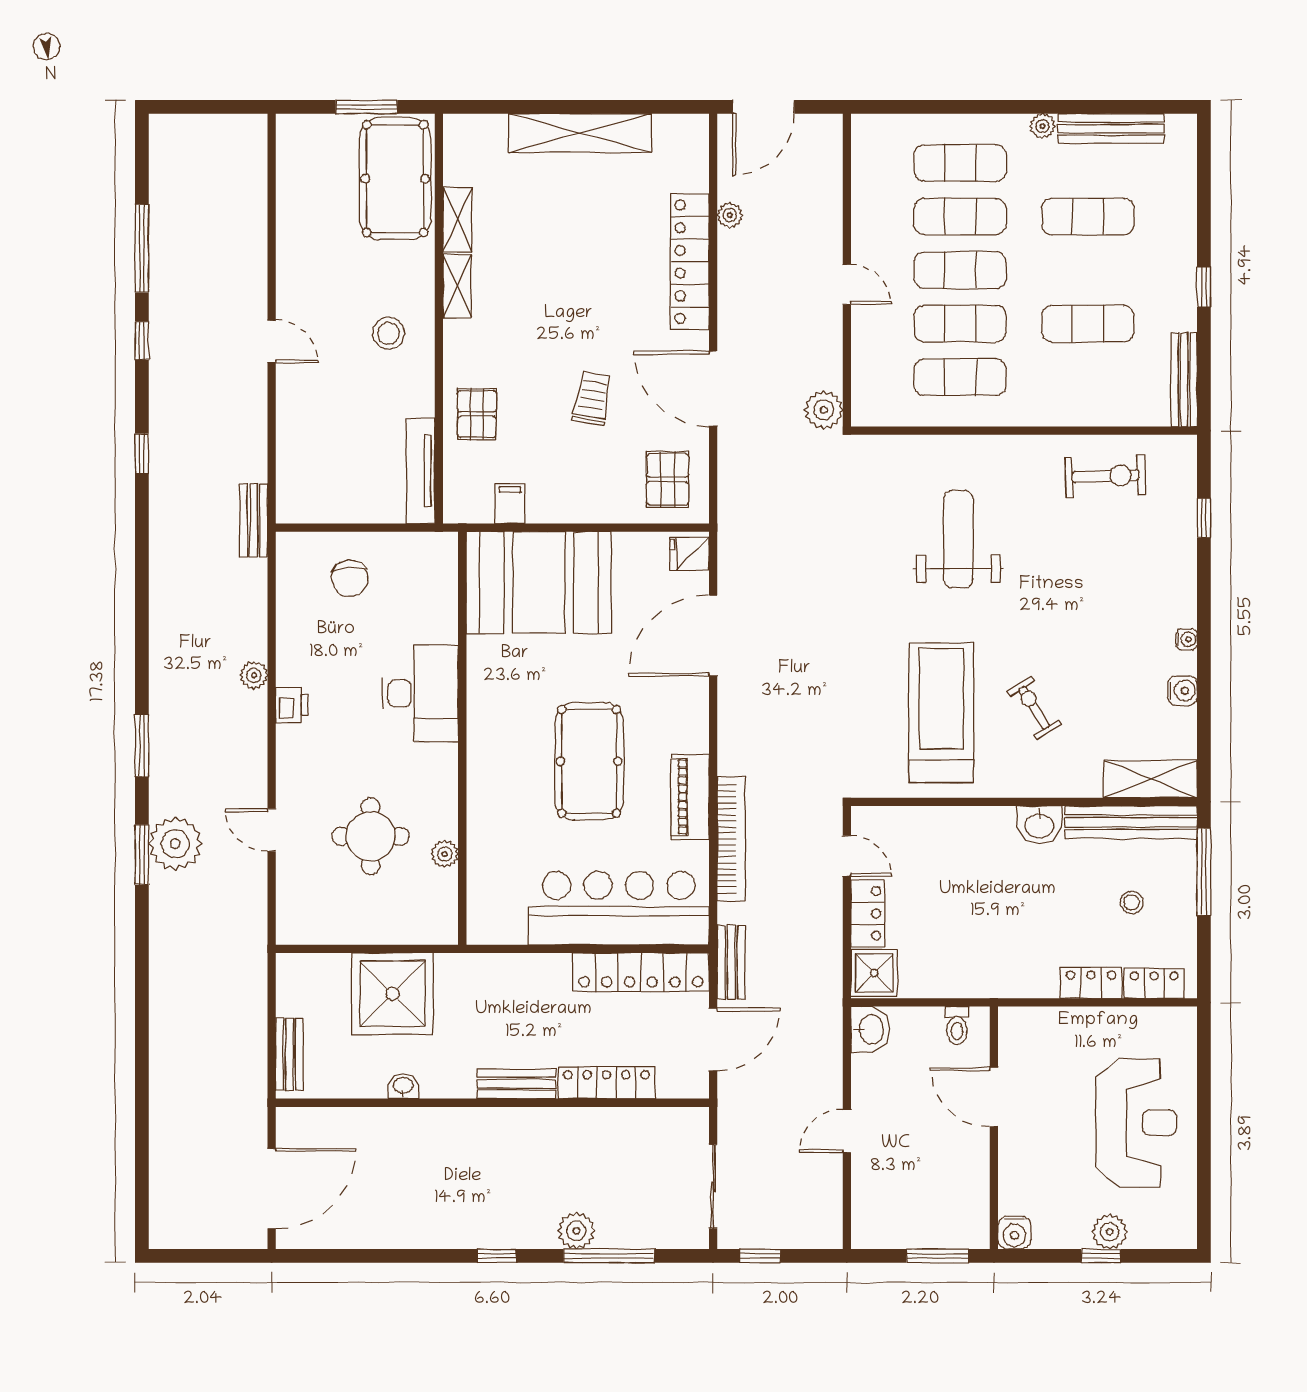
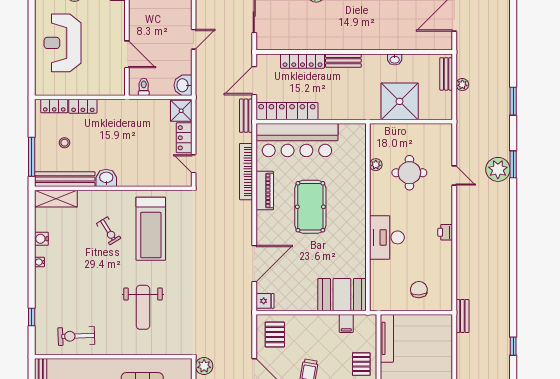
booth: (539, 582) -> (342, 295), width x0.73, depth x0.70
plant: (254, 675) -> (462, 85), moved
window: (142, 746) -> (513, 101), moved

